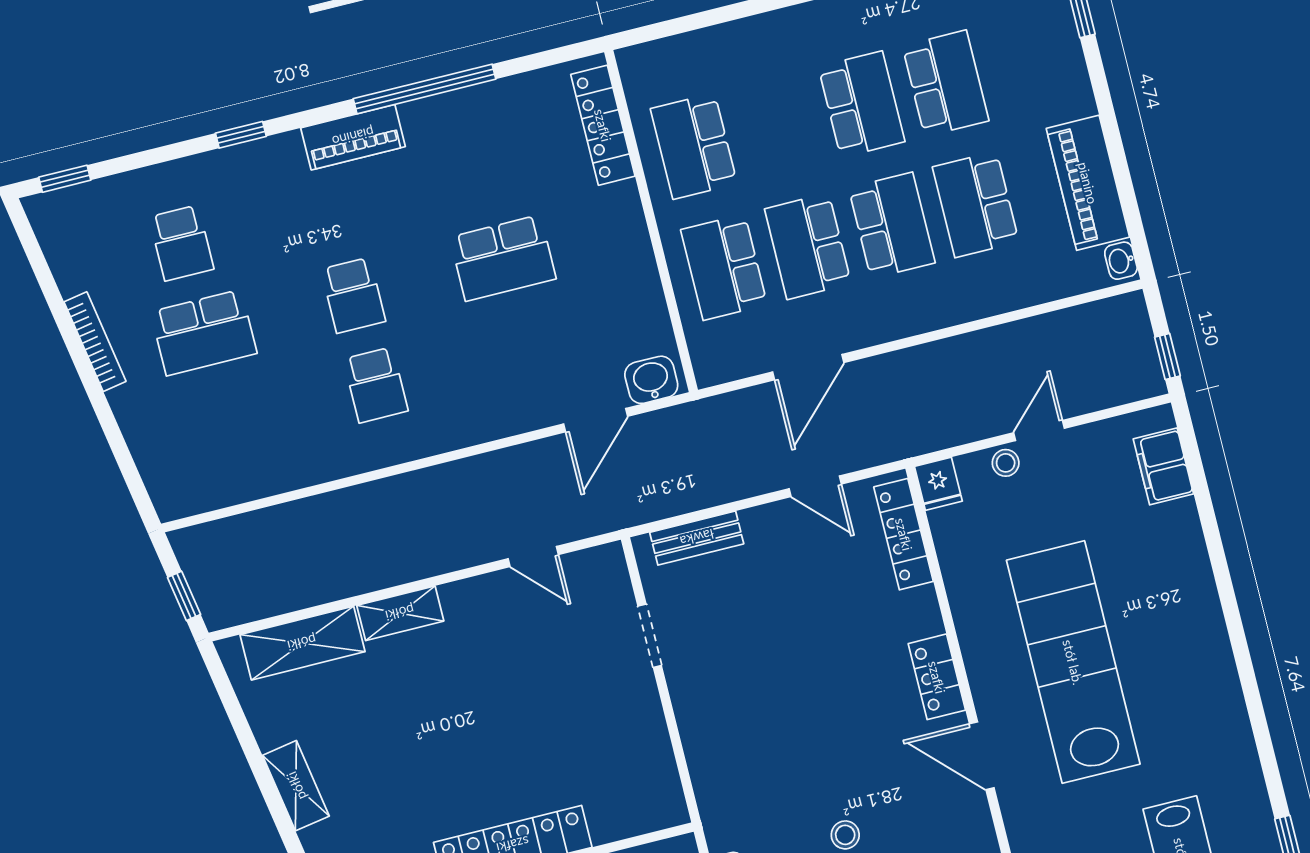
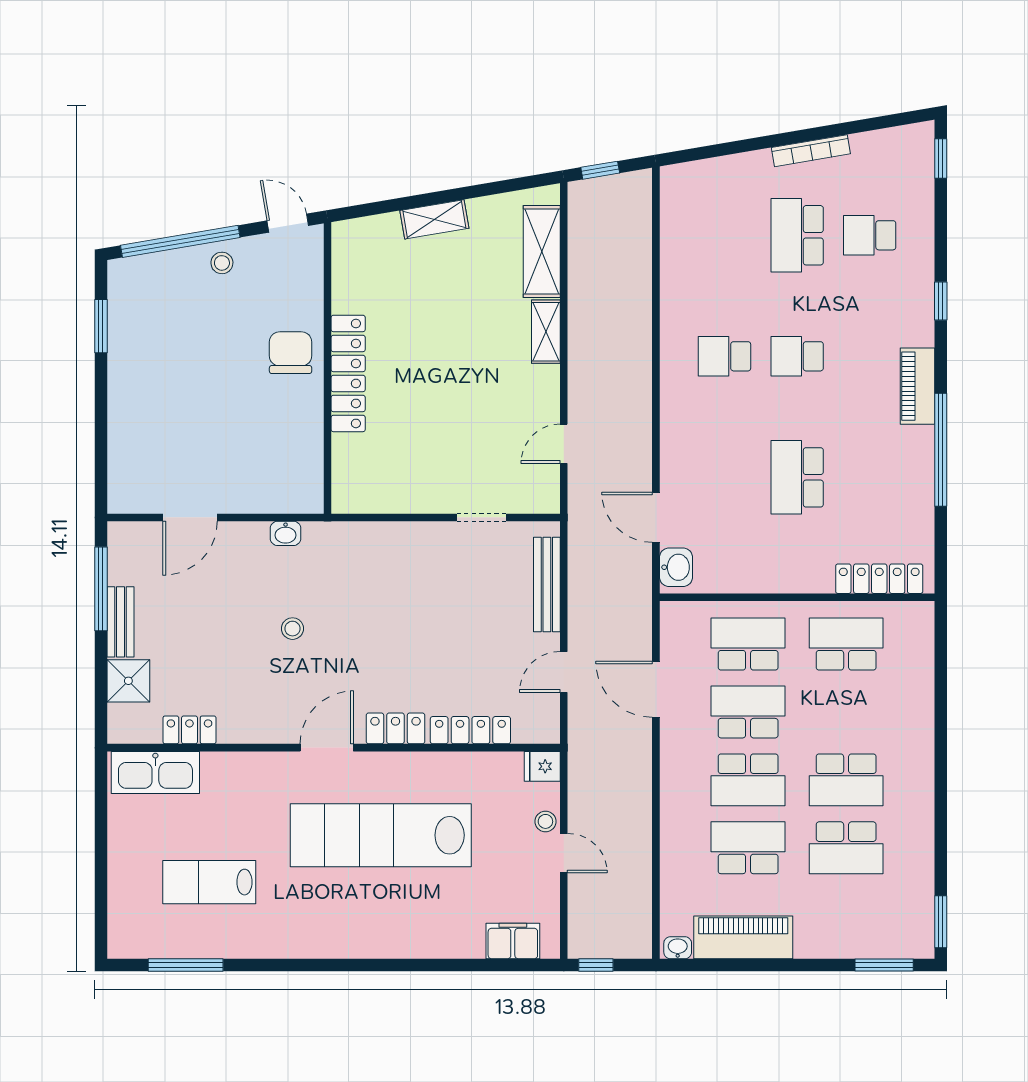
locker: (904, 534) -> (470, 730), moved
bench: (697, 538) -> (547, 584), width x1.36
lab bench: (1073, 662) -> (381, 835), turned 180

